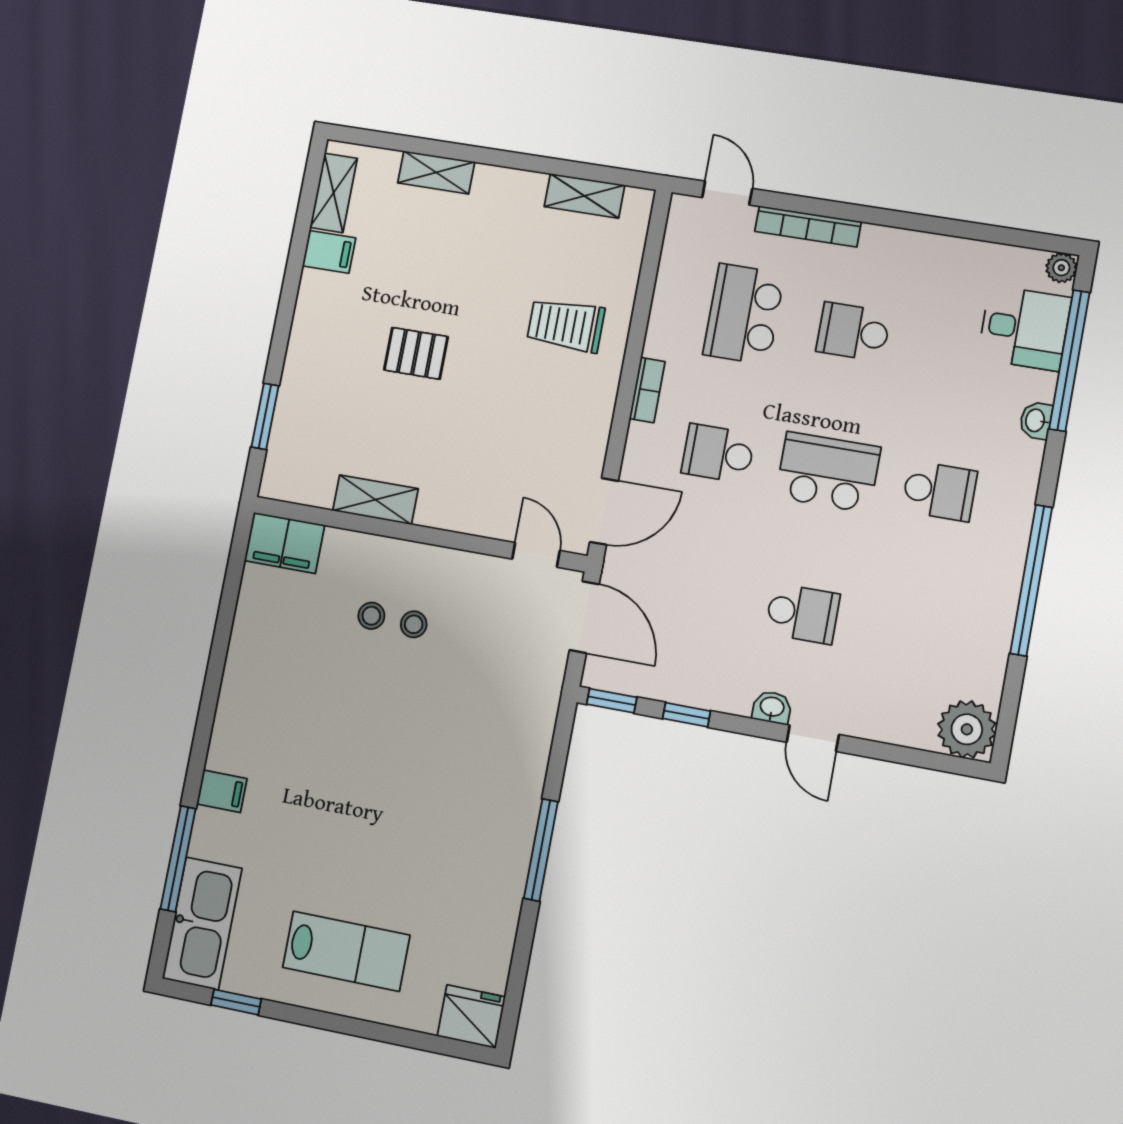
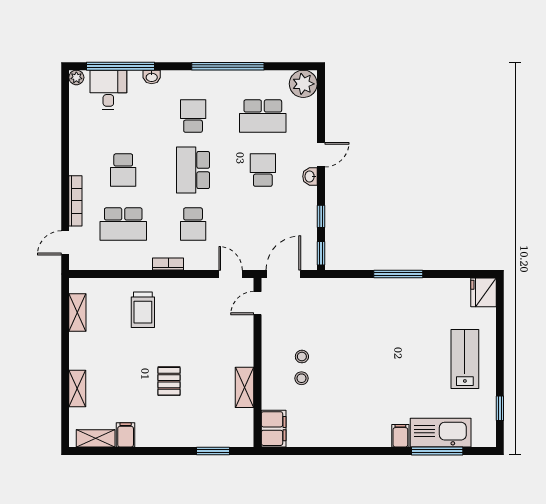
door: (604, 511) -> (231, 274), width x0.73
school desk: (914, 634) -> (263, 116), added
kitchen sink: (202, 923) -> (441, 433), moved

